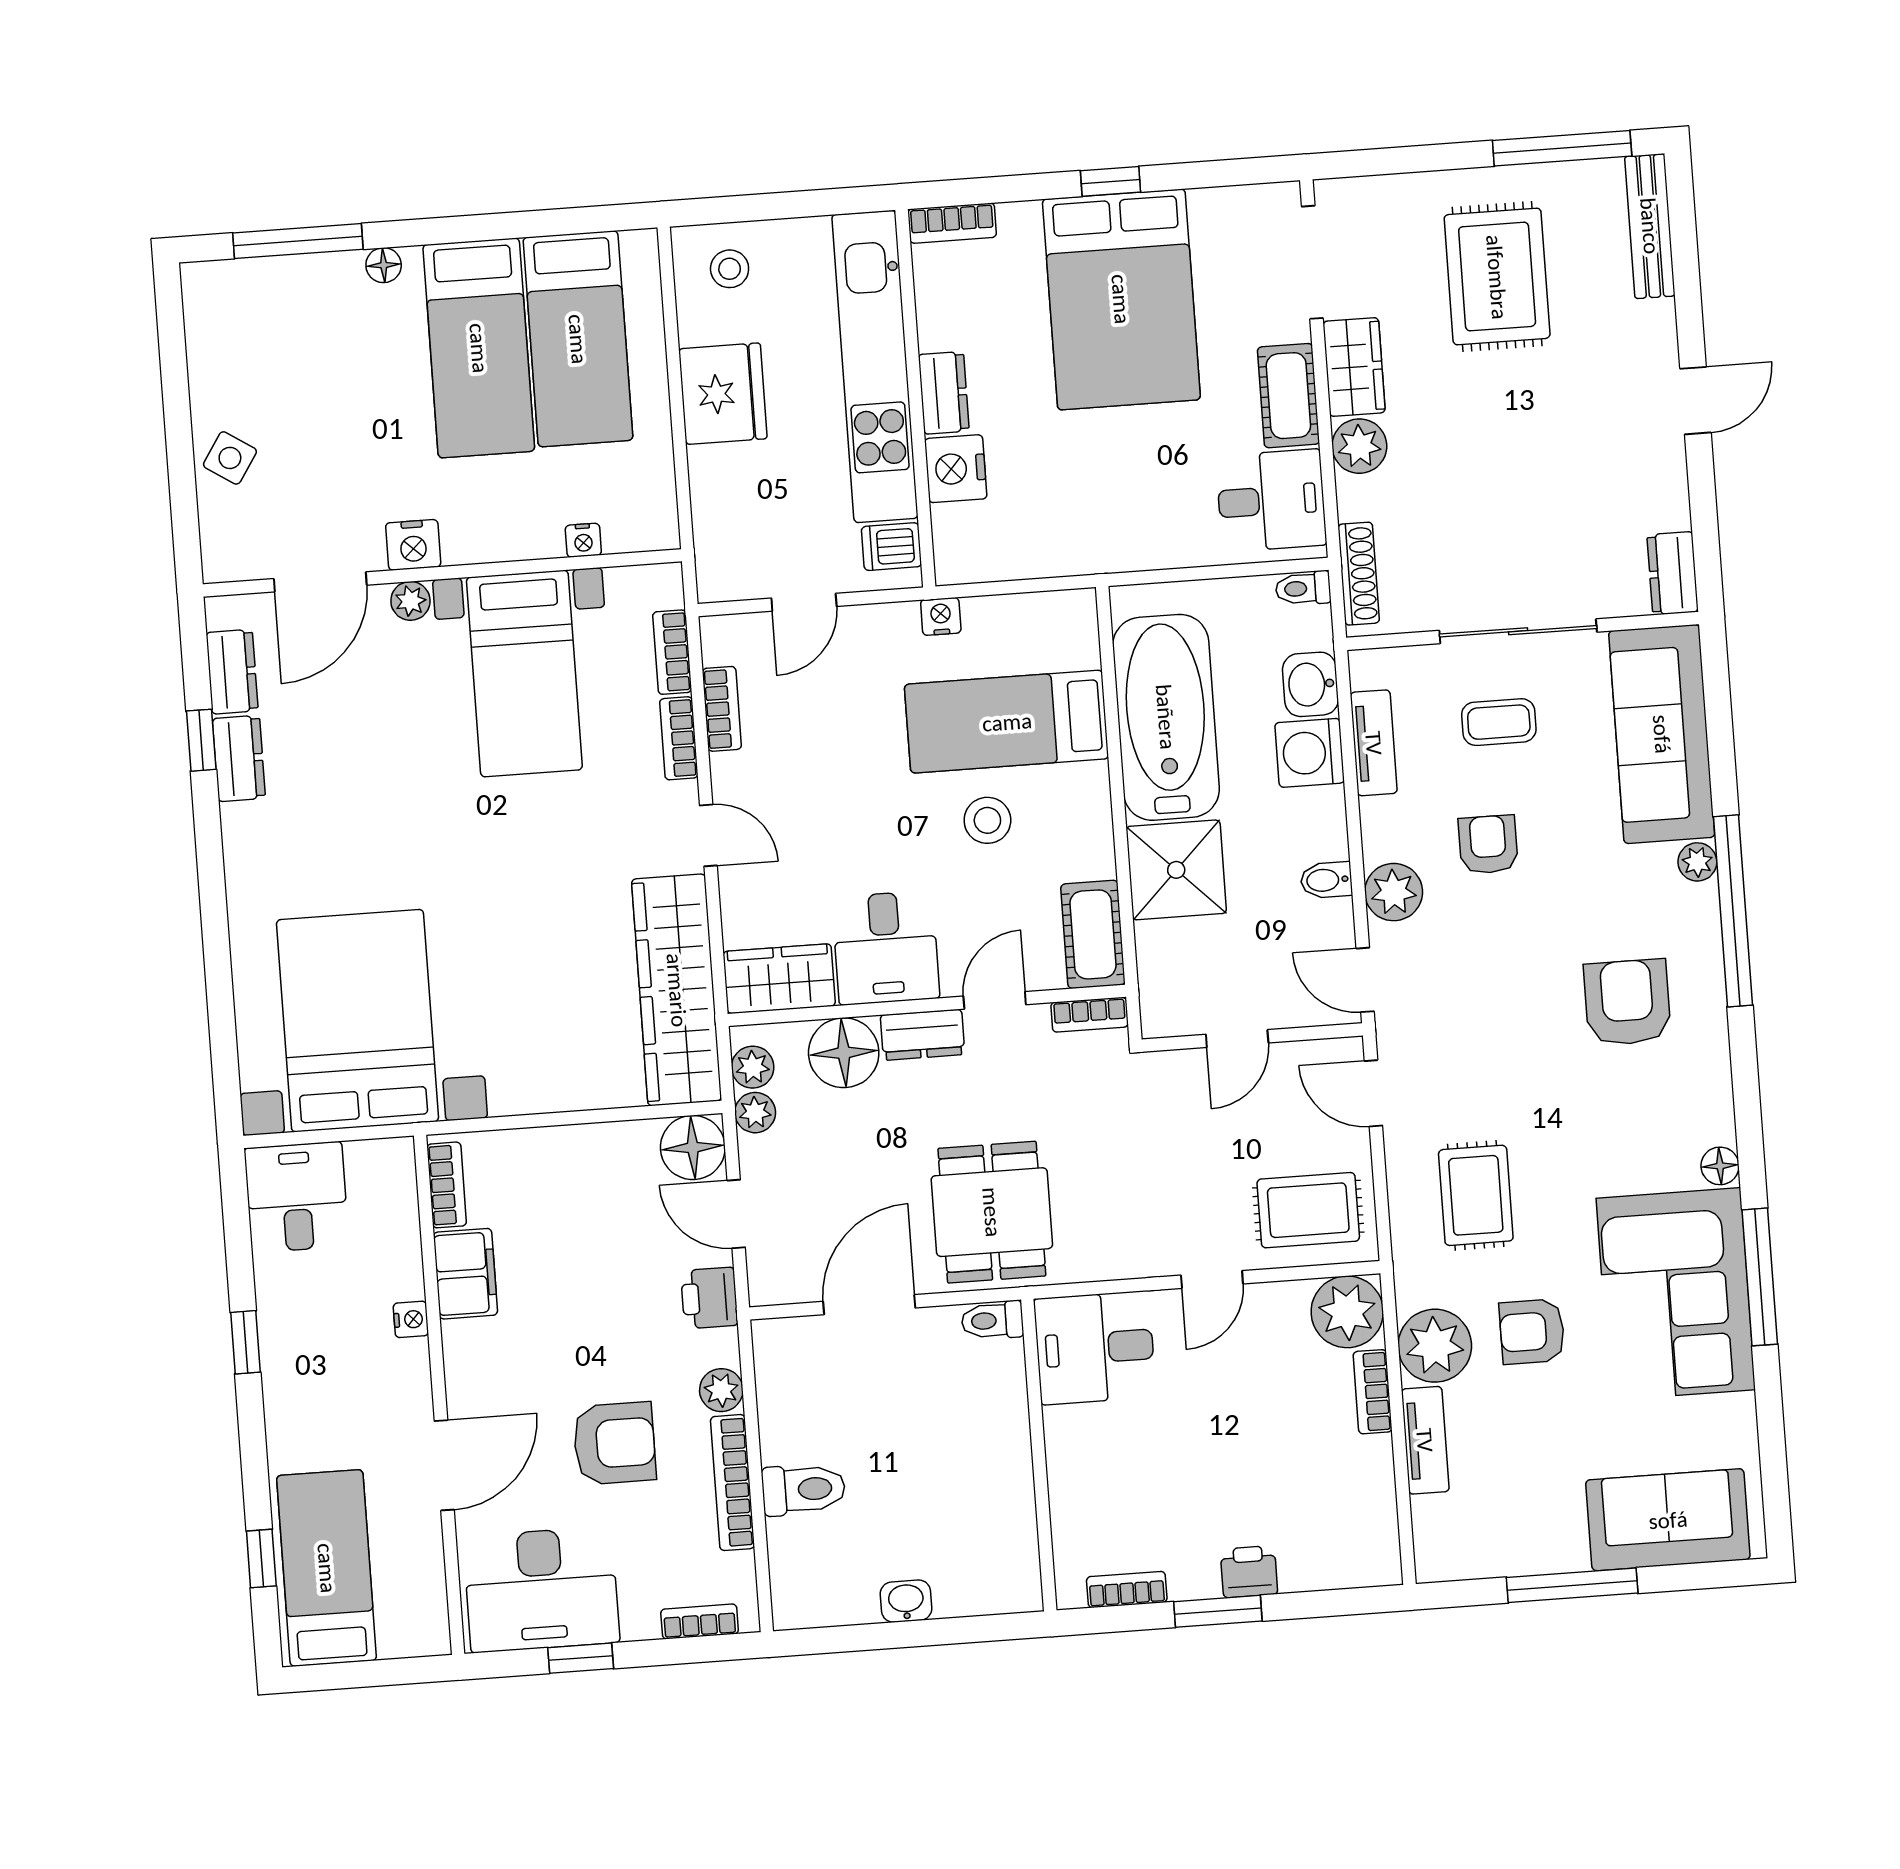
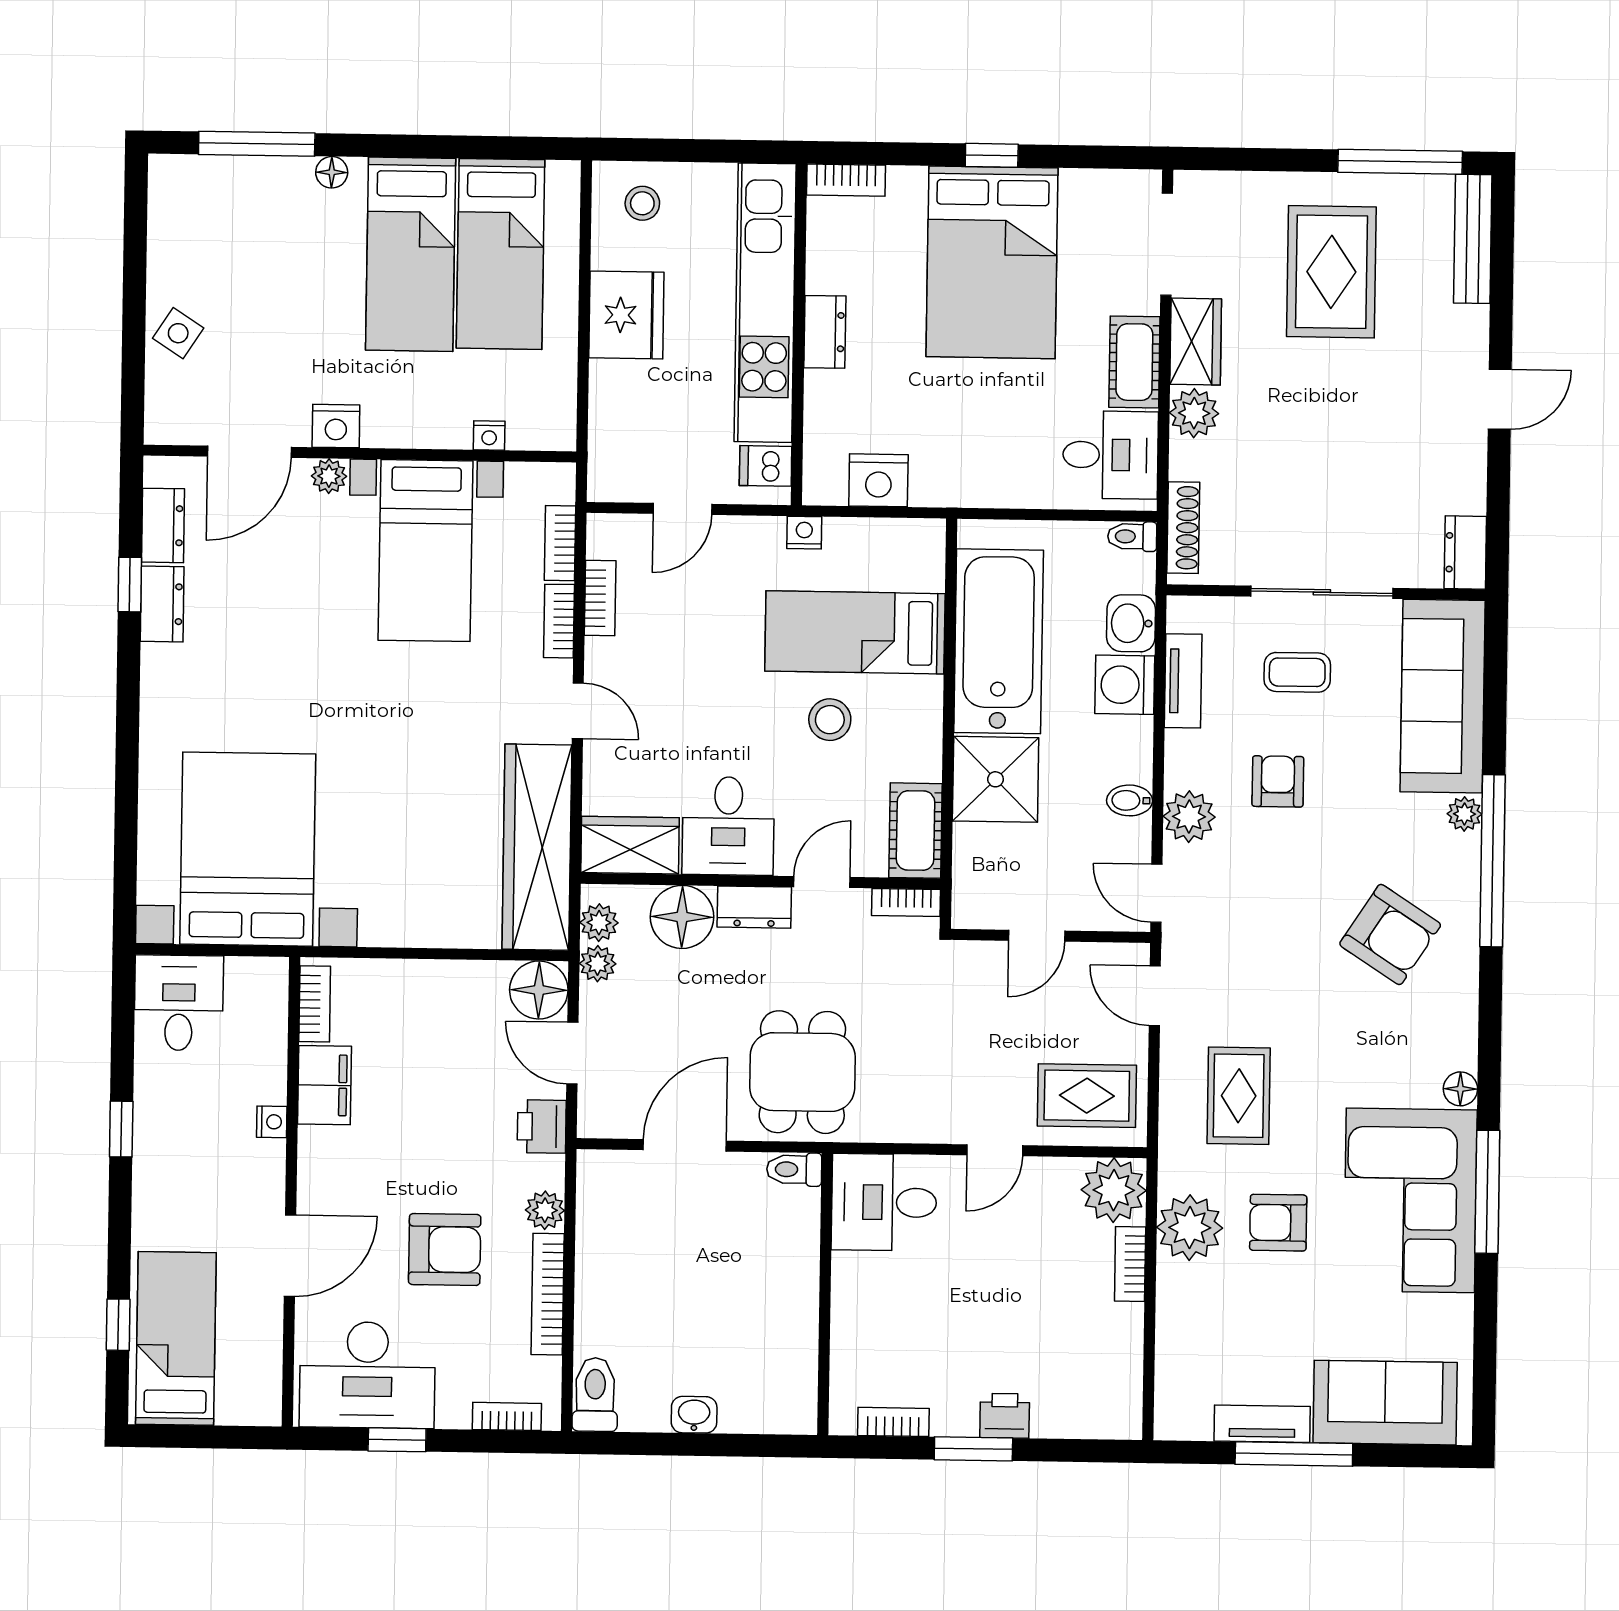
nightstand: (956, 469) -> (878, 480), moved, turned -90
armchair: (1627, 1002) -> (1390, 934), turned 123
tv unit: (1425, 1440) -> (1262, 1424), moved, turned -90
toilet: (804, 1489) -> (595, 1394), moved, turned -90

